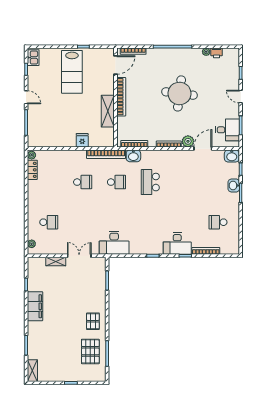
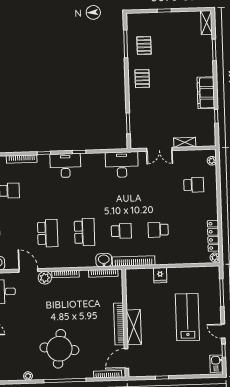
printer: (217, 53) -> (17, 375), removed
lab bench: (72, 72) -> (187, 317), moved
round table: (180, 93) -> (59, 349), moved
door: (26, 97) -> (223, 331), moved
shelving: (108, 111) -> (134, 327), moved
door: (203, 149) -> (28, 270), swing flipped
locker: (32, 170) -> (213, 236), width x1.53
school desk: (116, 182) -> (121, 231), turned 180
school desk: (184, 182) -> (48, 233), added
school desk: (49, 222) -> (194, 185), turned 180
desk: (177, 244) -> (65, 166), moved
pallet: (90, 351) -> (144, 45), width x0.67, depth x0.71

